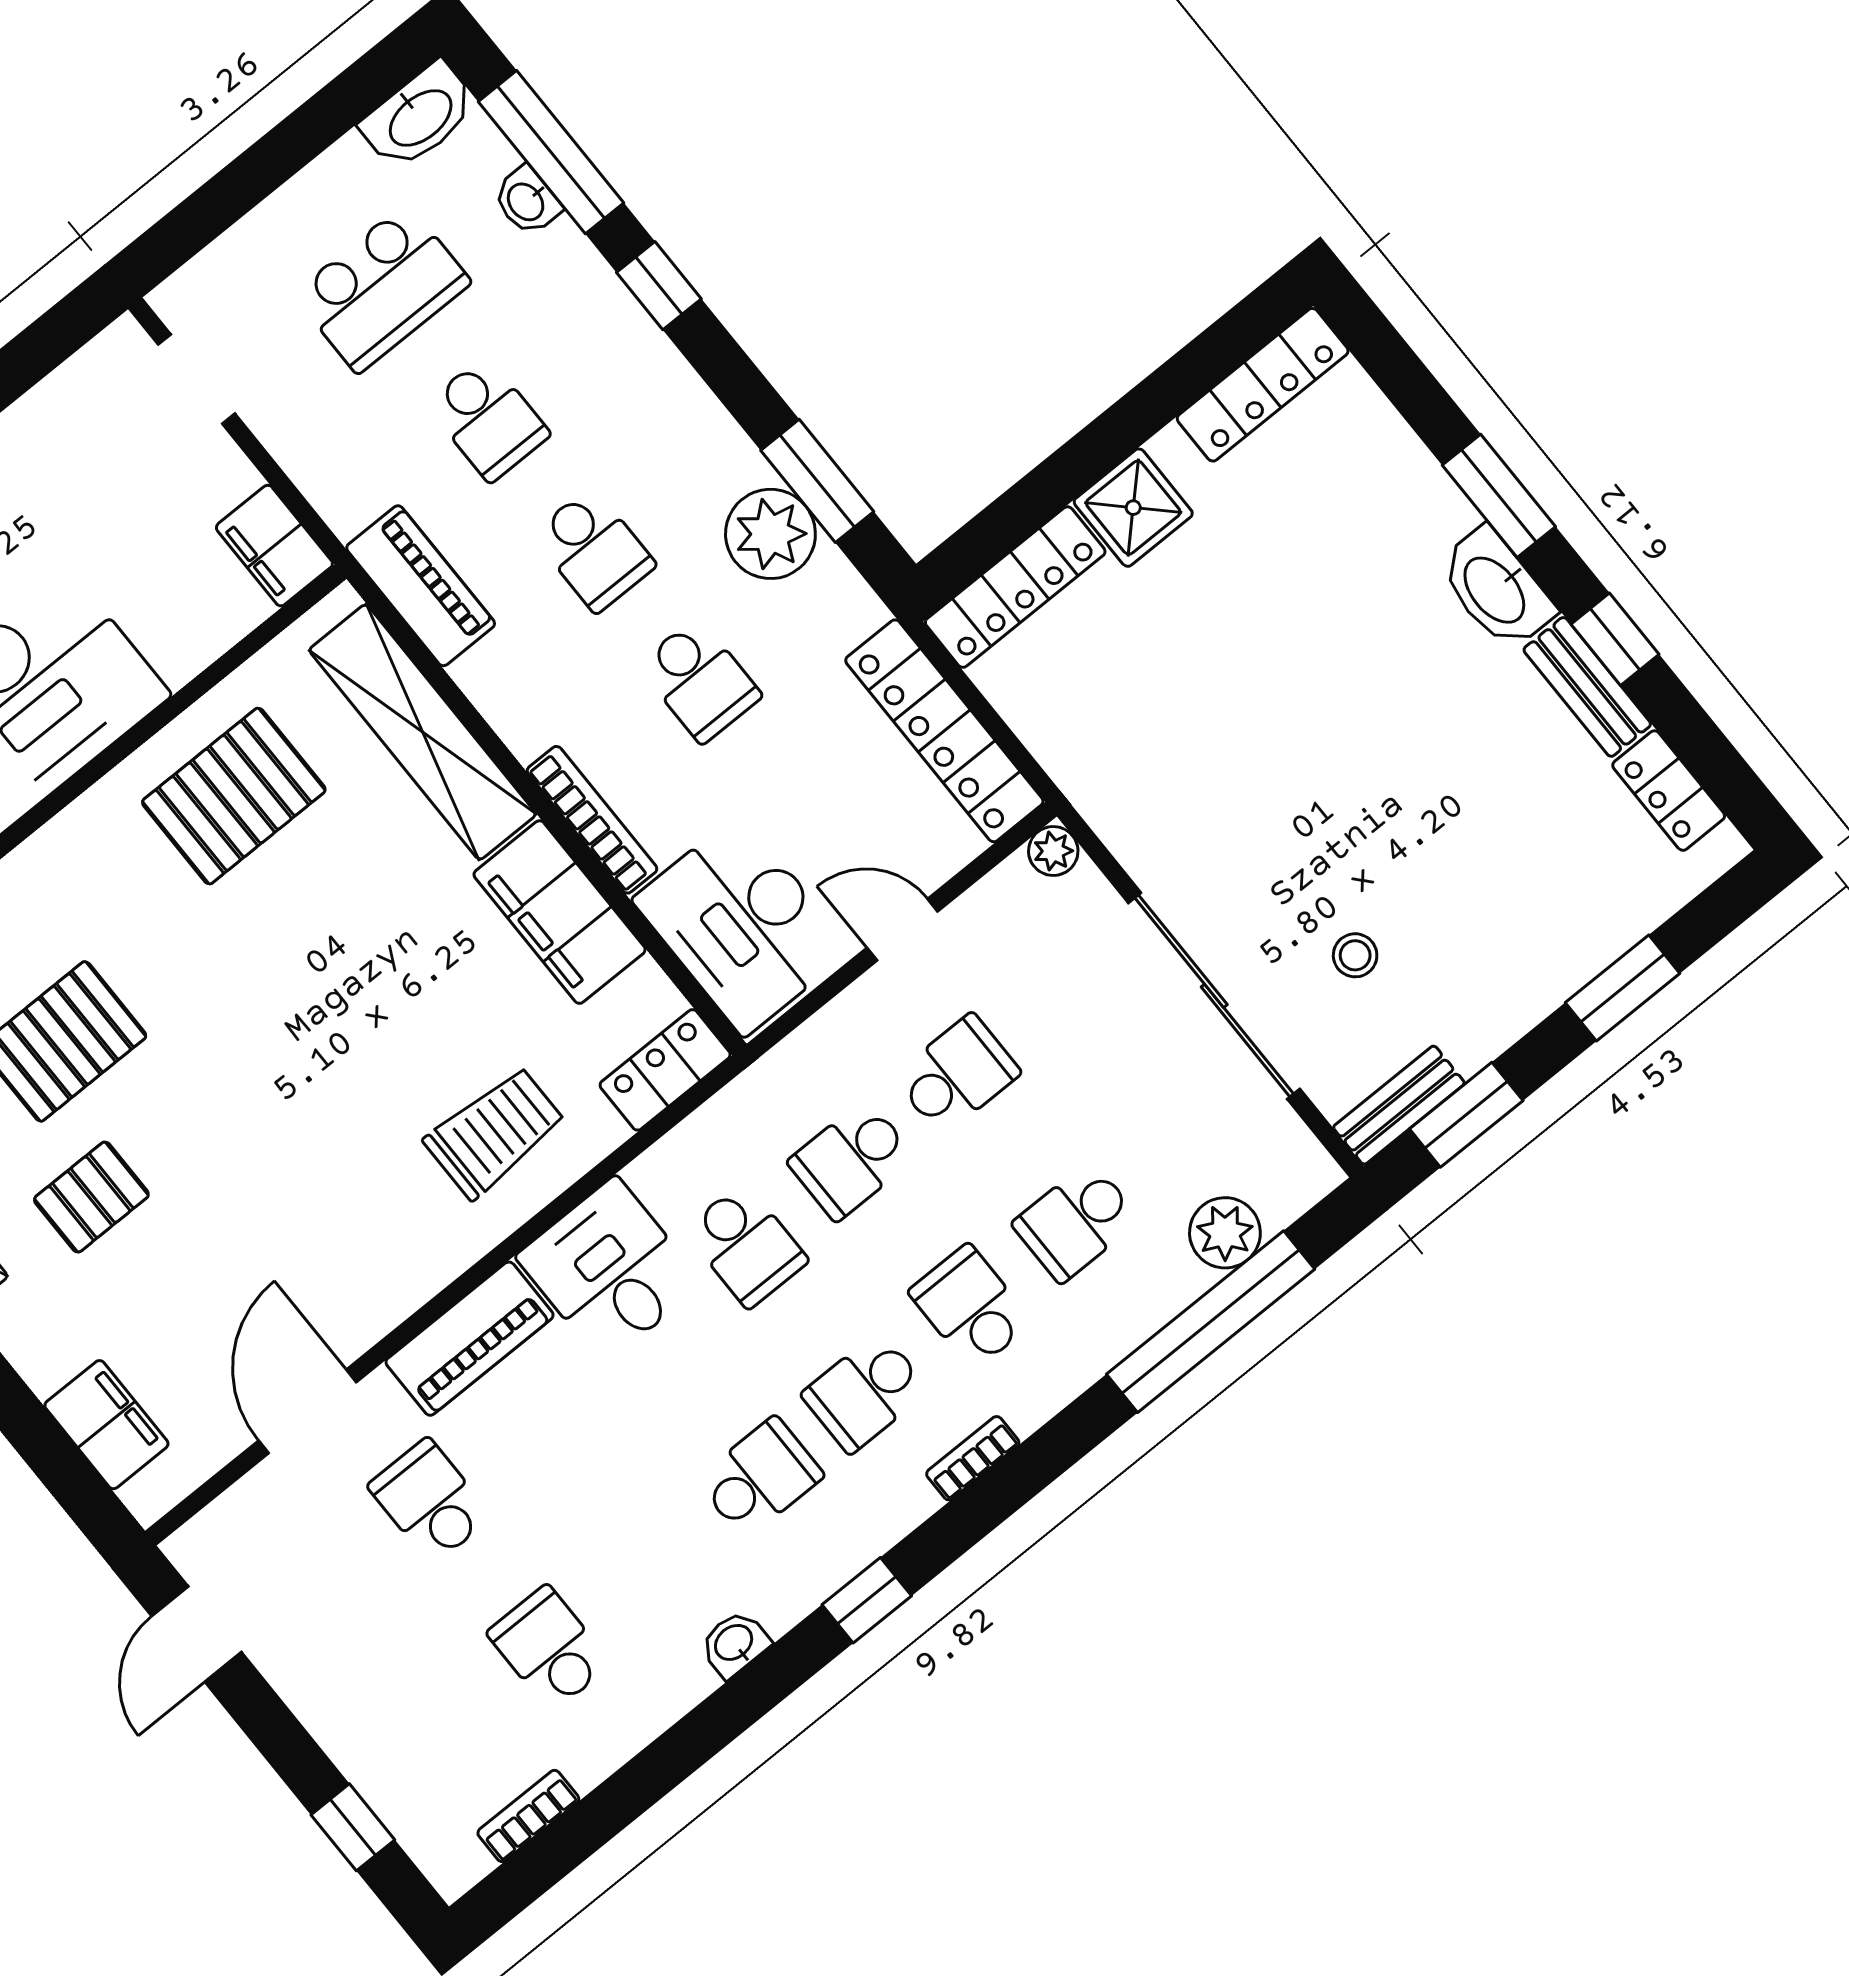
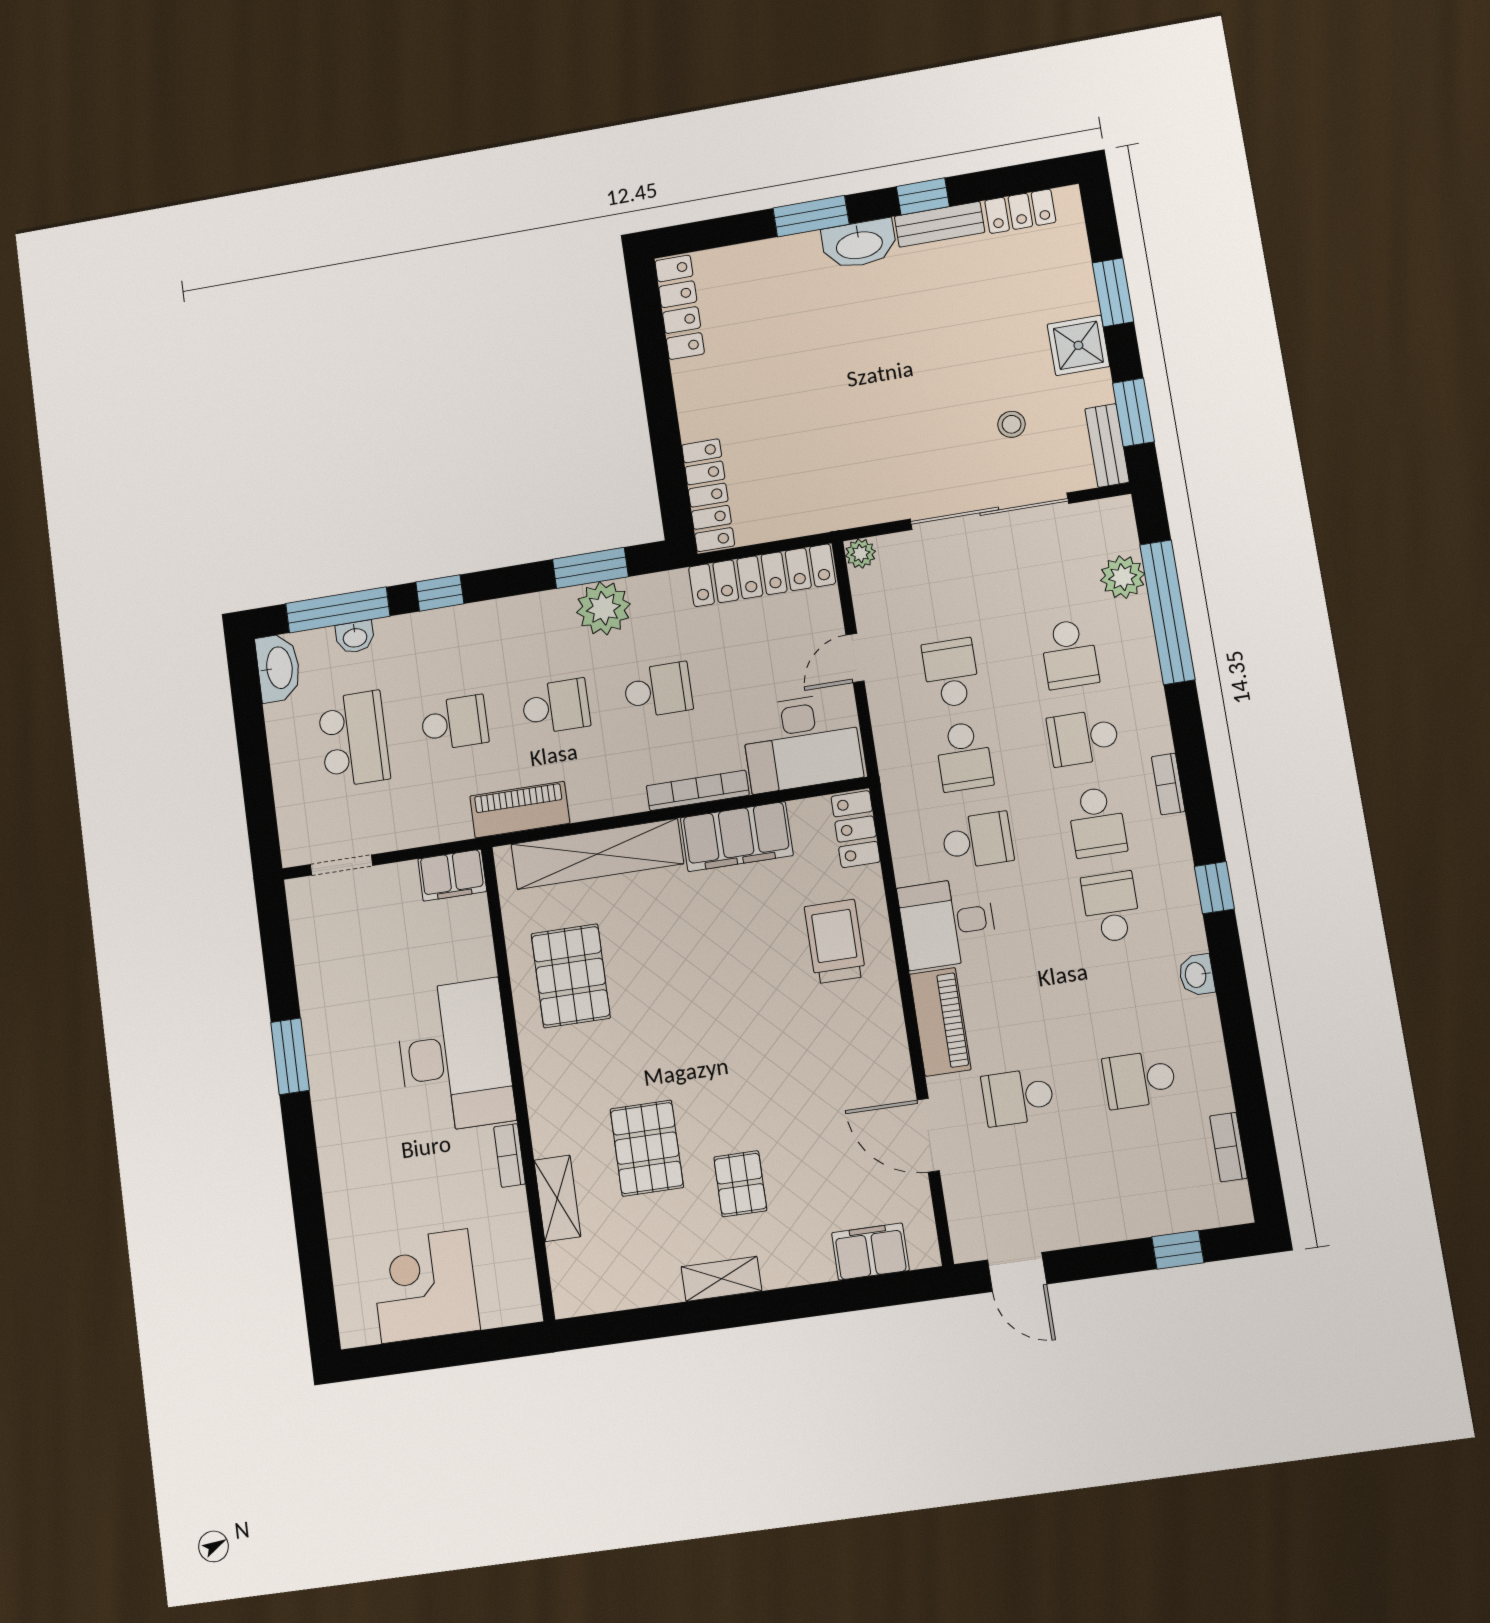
shower: (1133, 508) -> (1078, 345), moved

